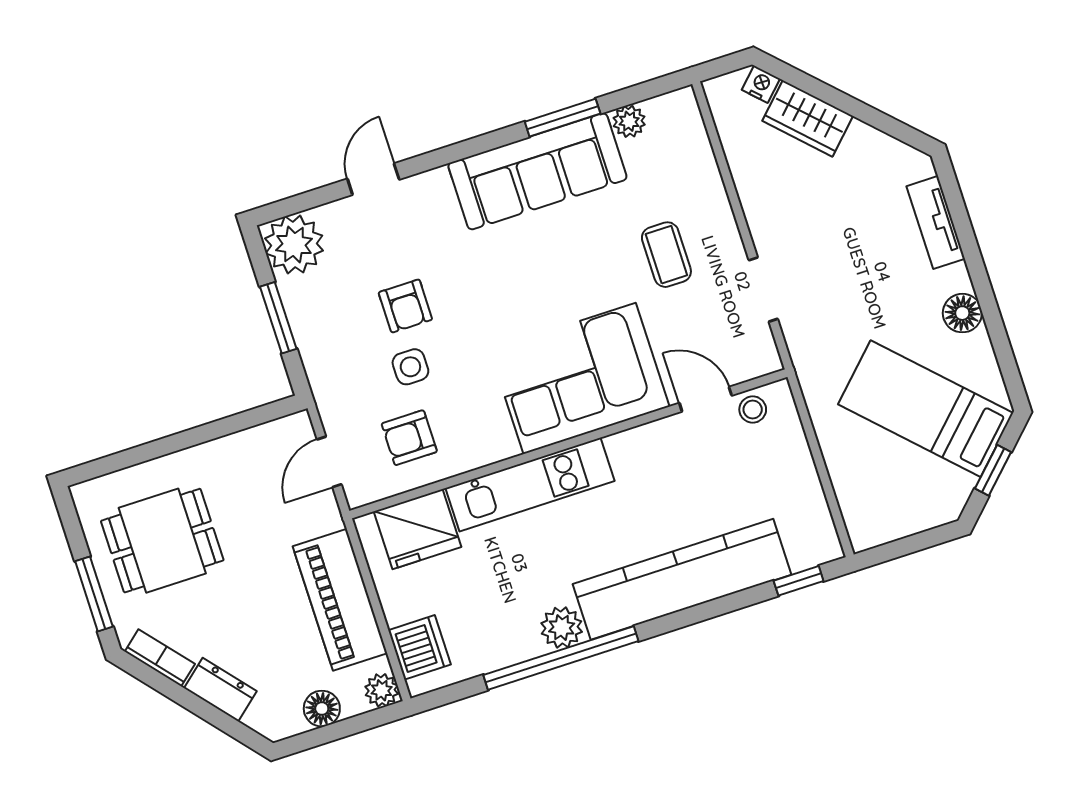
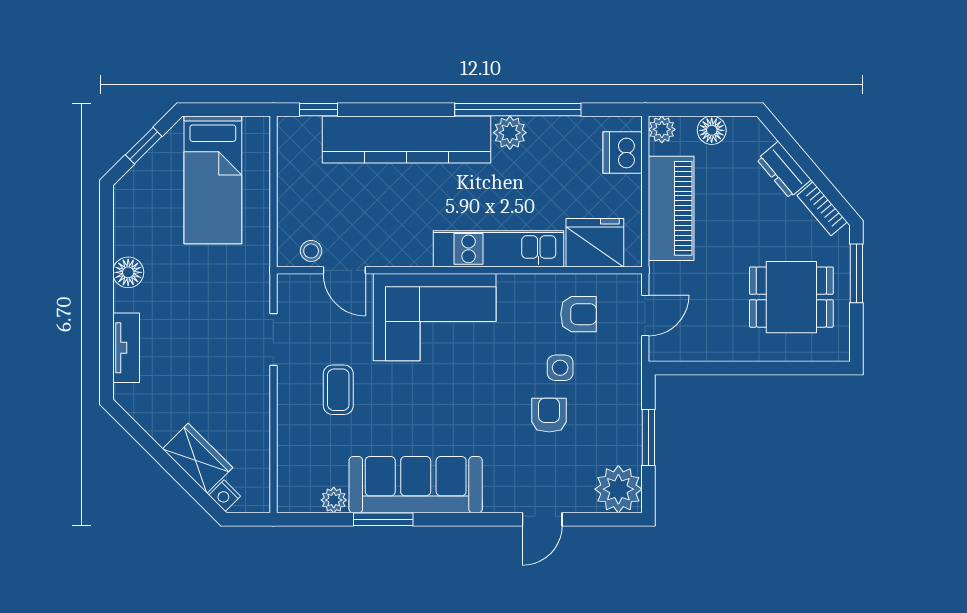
bed: (926, 409) -> (213, 180), moved, turned 45

